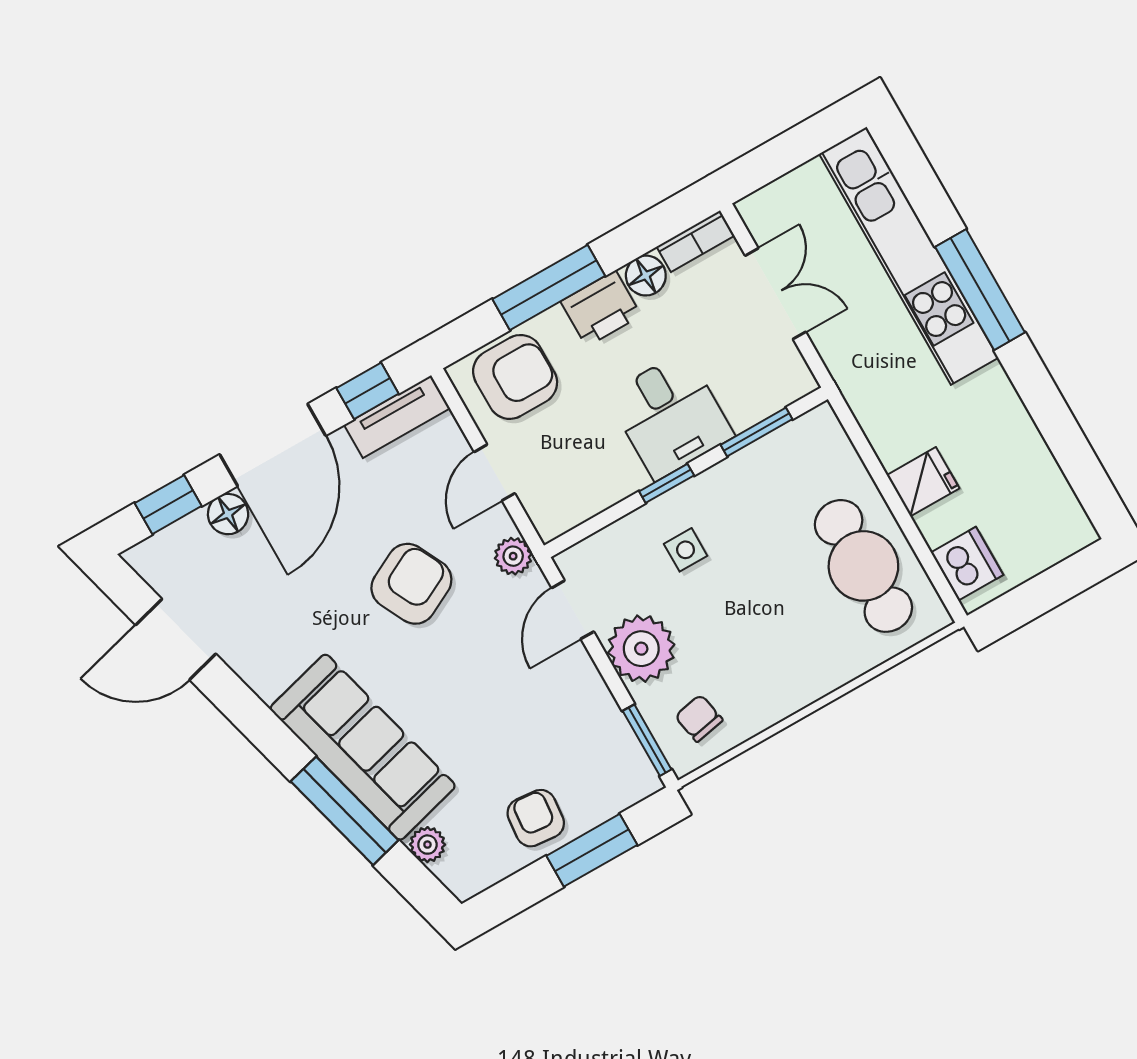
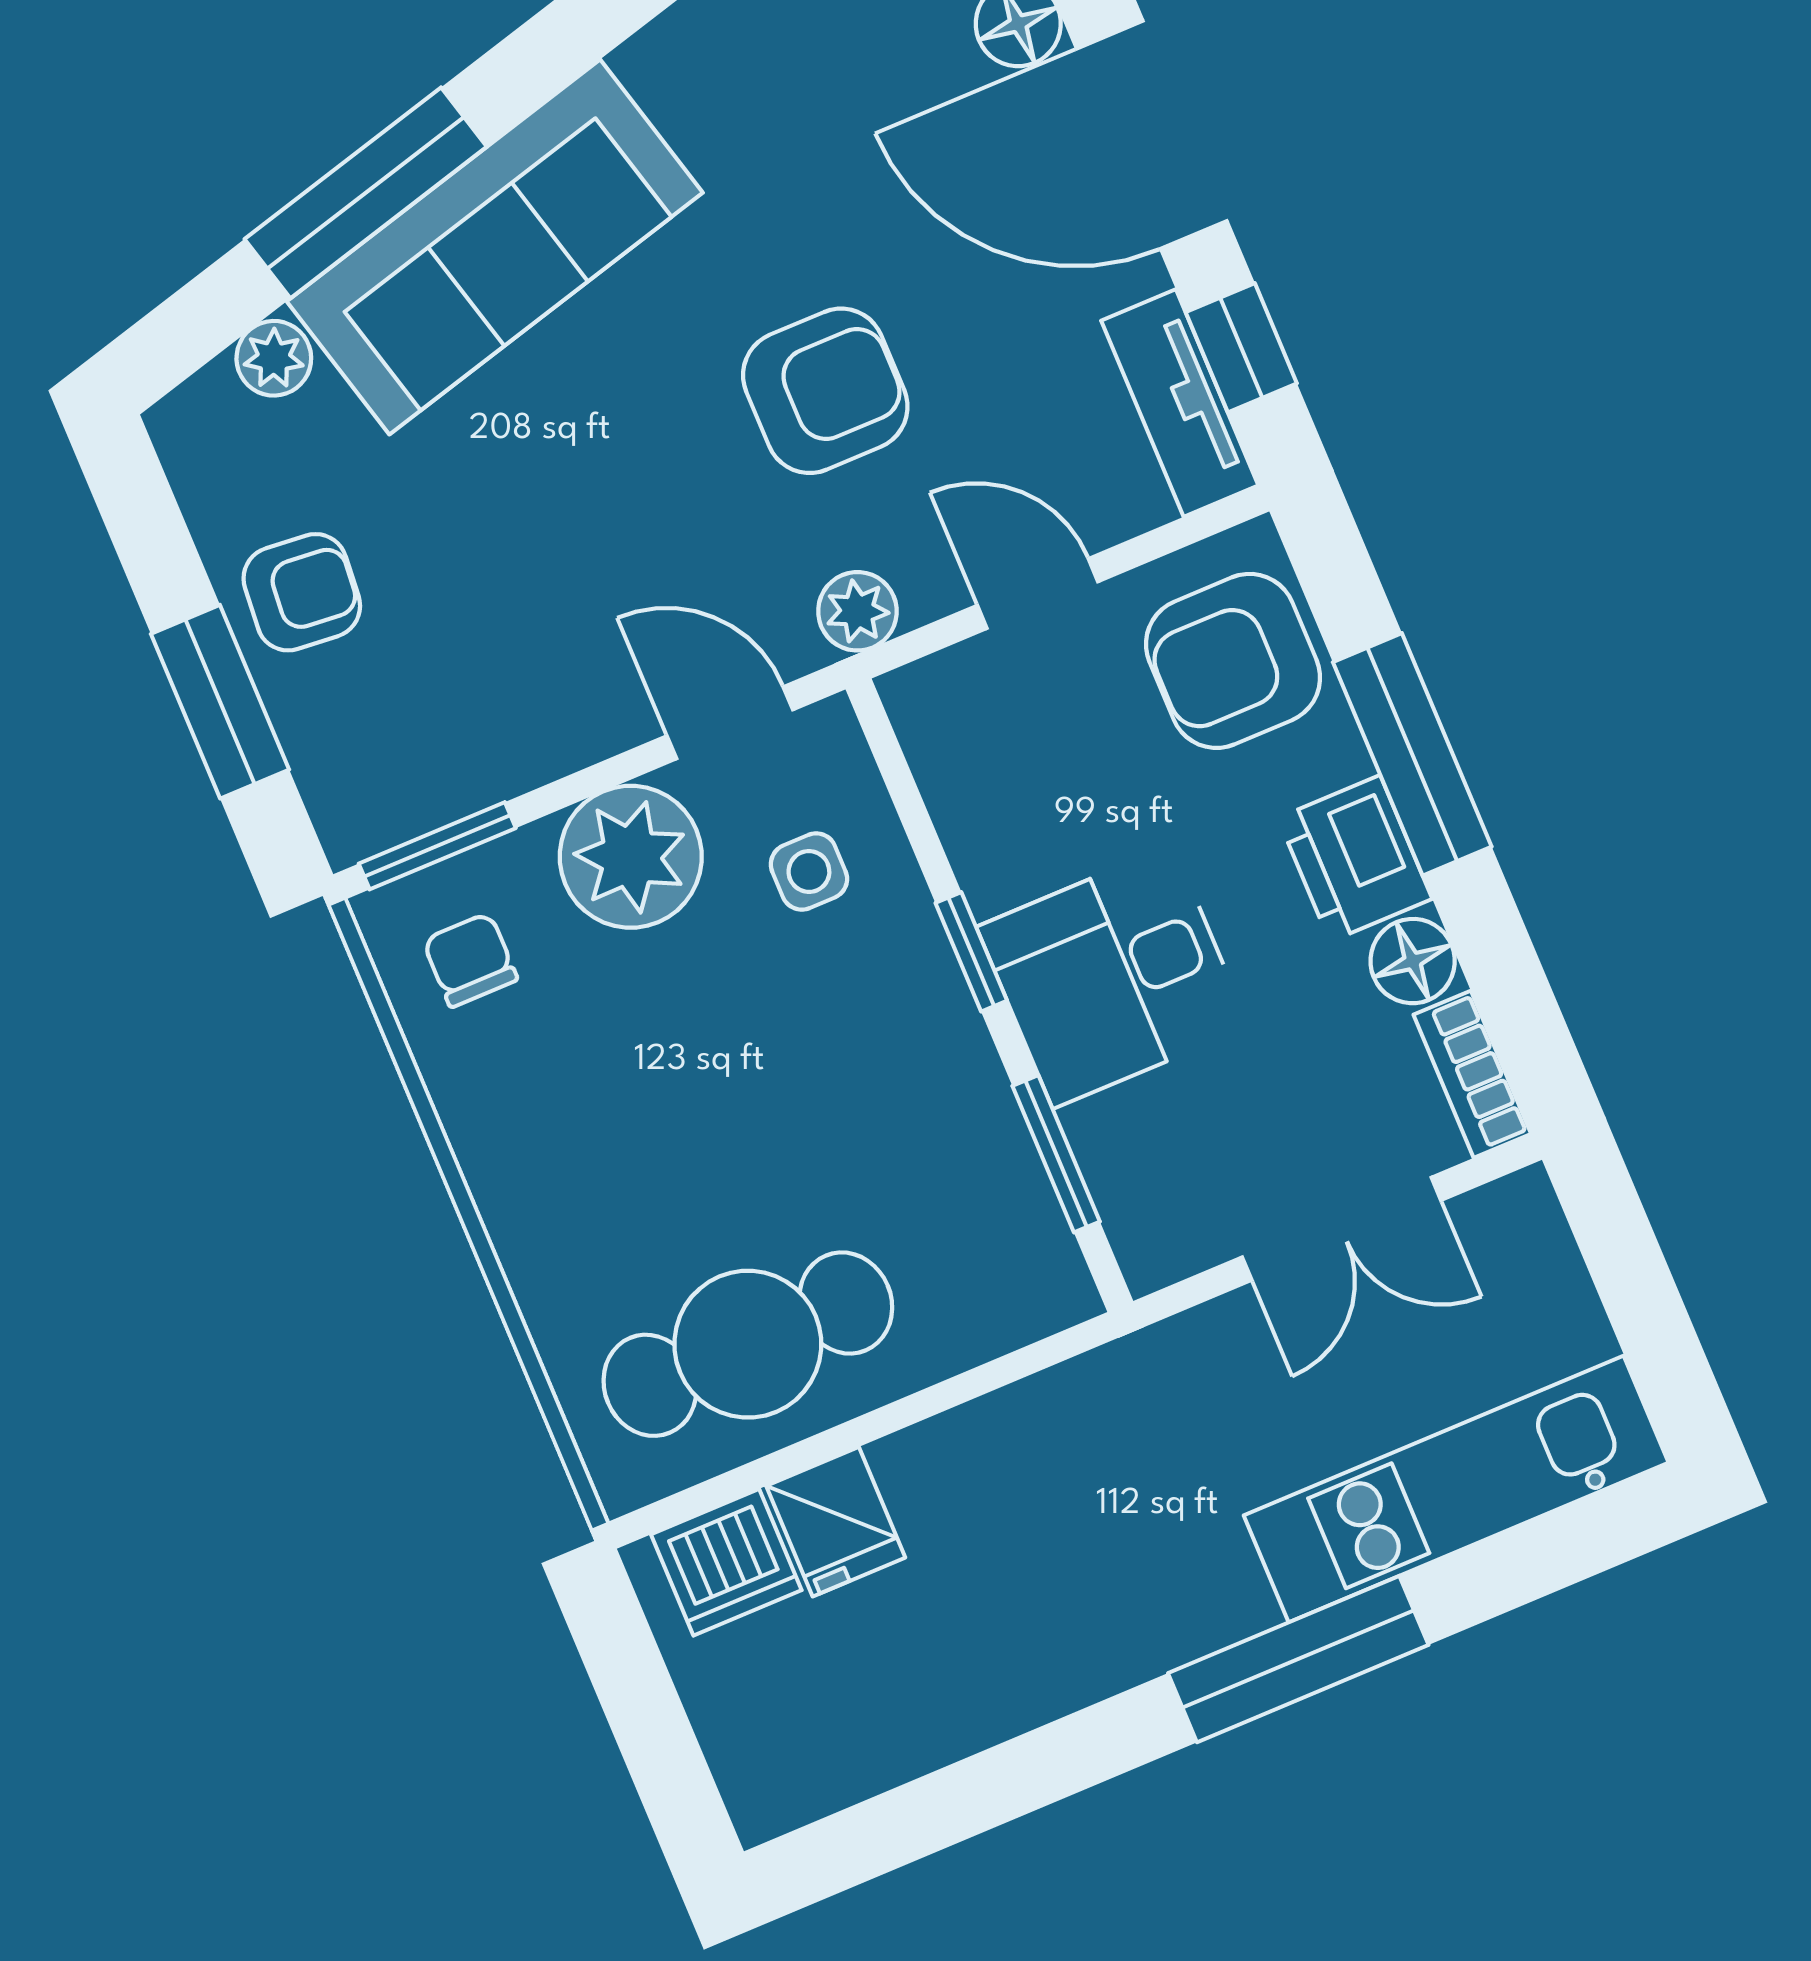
kitchen unit: (909, 256) -> (1456, 1489), width x0.73
armchair: (515, 377) -> (1233, 661), turned 90
fridge: (923, 482) -> (836, 1522), moved
side table: (686, 550) -> (809, 872), moved
armchair: (411, 584) -> (825, 391), turned -63
chair: (699, 718) -> (470, 960), turned -79

